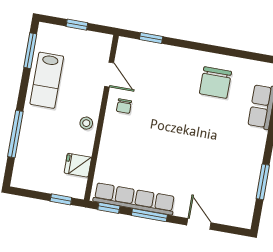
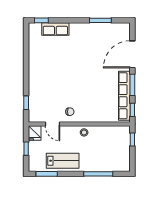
door: (109, 75) -> (52, 124), swing flipped
chair: (215, 83) -> (46, 59), removed
fridge: (78, 165) -> (35, 133), moved
door: (199, 224) -> (132, 54), width x1.87

